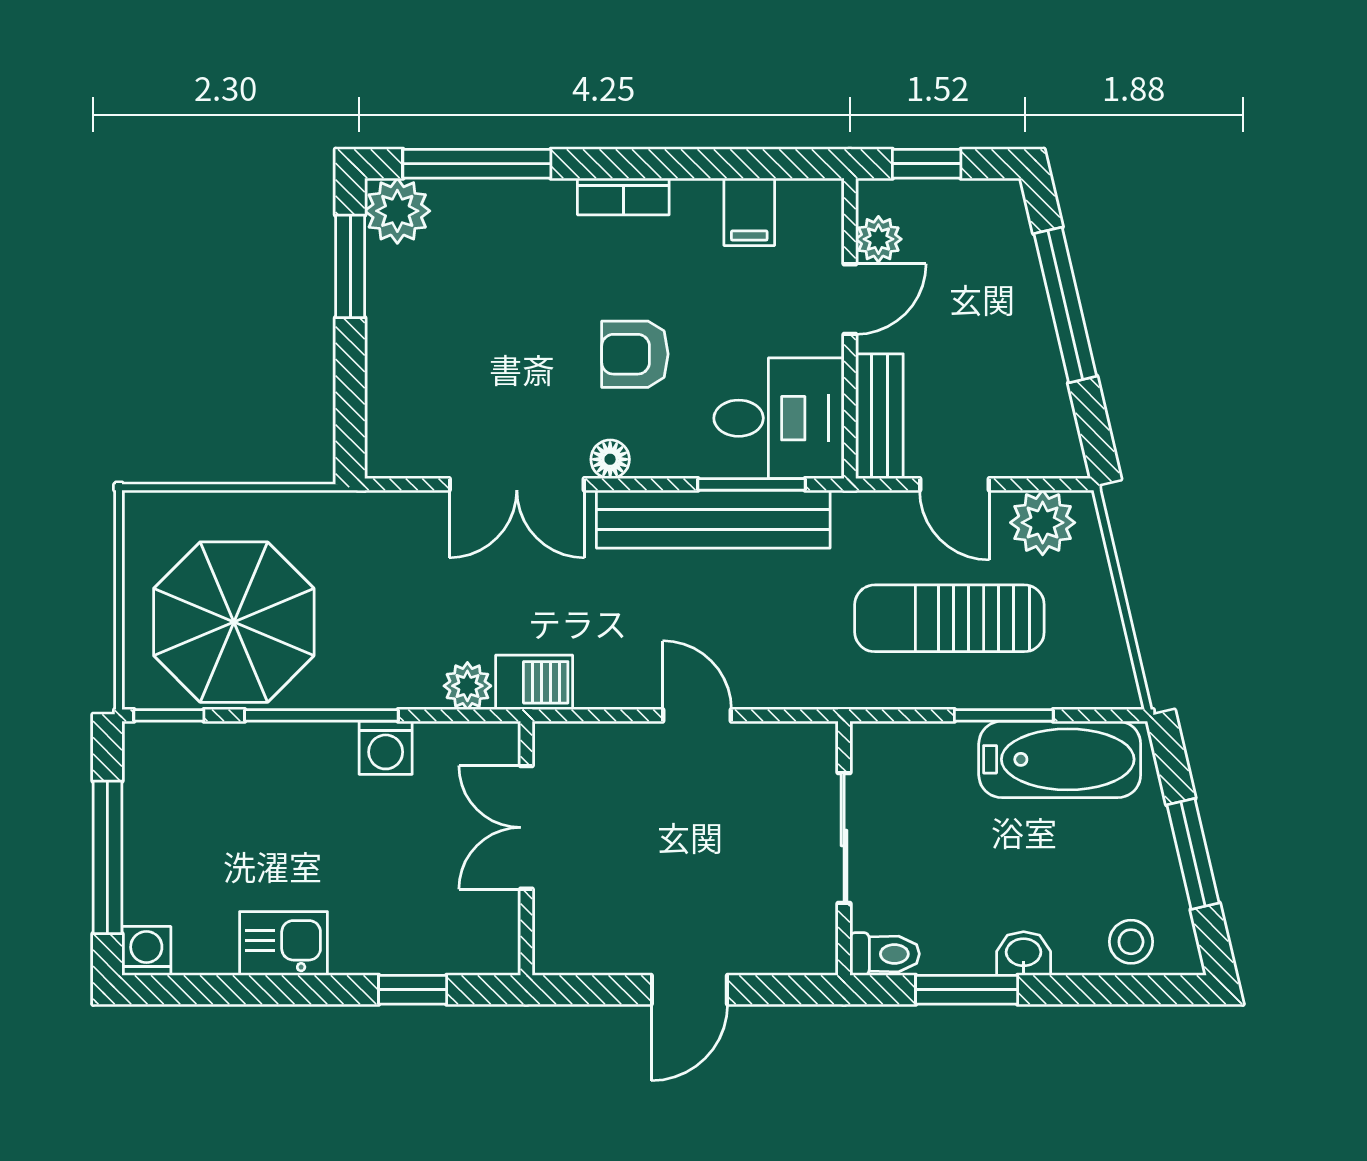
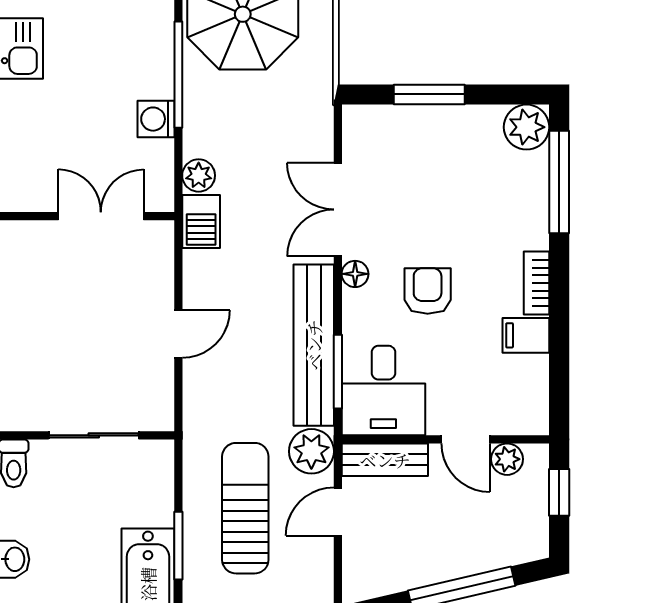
filing cabinet: (749, 212) -> (526, 335), moved
window: (350, 266) -> (429, 94), moved
plant: (1043, 523) -> (311, 451), moved

